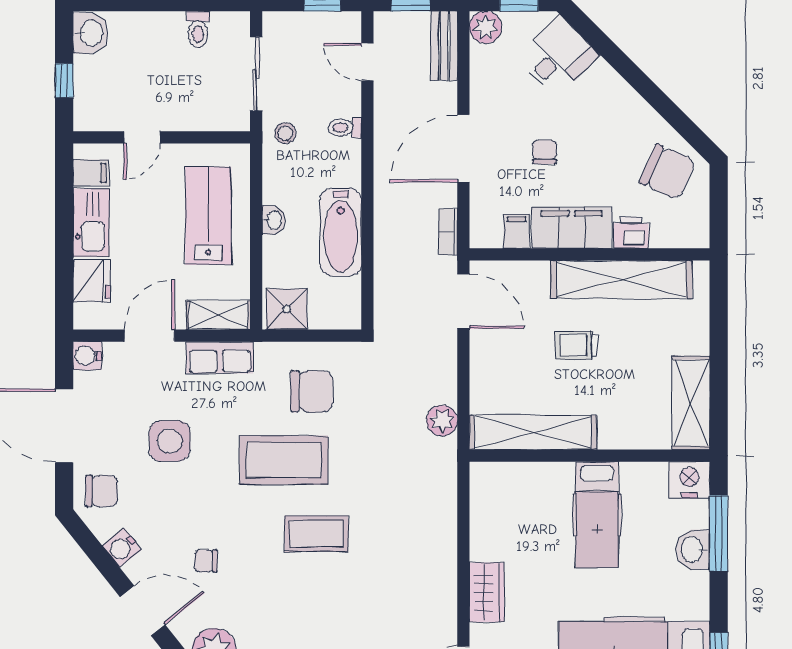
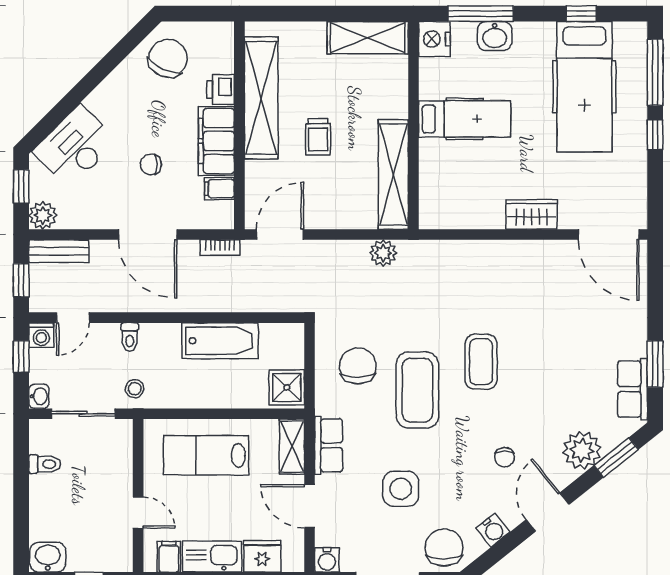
washing machine: (347, 25) -> (41, 335), added
desk: (558, 57) -> (75, 146), width x1.37
washbasin: (274, 220) -> (39, 396), moved, turned 90
chair: (102, 491) -> (444, 547), width x1.37, depth x1.37

